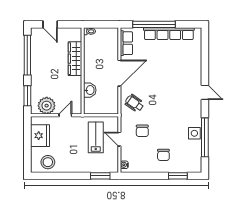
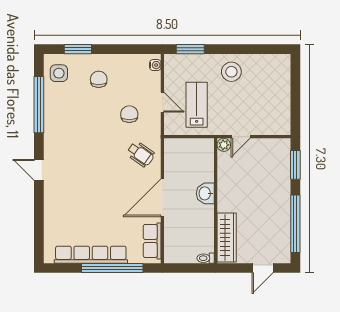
door: (50, 24) -> (263, 268), swing flipped
wardrobe: (75, 59) -> (227, 237), moved
washbasin: (90, 90) -> (205, 193), moved
plant: (47, 106) -> (224, 145), moved, width x0.53, depth x0.53
side table: (194, 133) -> (59, 73), moved
fridge: (40, 136) -> (277, 107), removed
lab bench: (96, 137) -> (197, 105), turned 180
stool: (48, 162) -> (231, 72), moved

